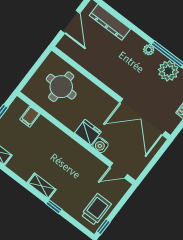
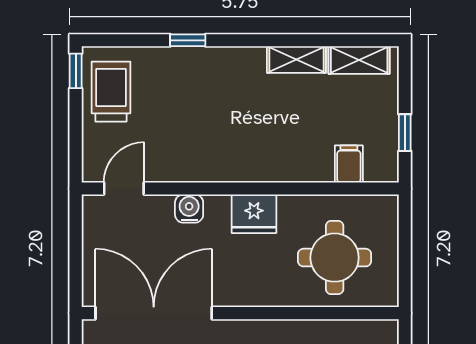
fridge: (88, 132) -> (254, 214), moved
shelving: (42, 186) -> (296, 60), moved
trolley: (96, 209) -> (111, 92), turned 180

